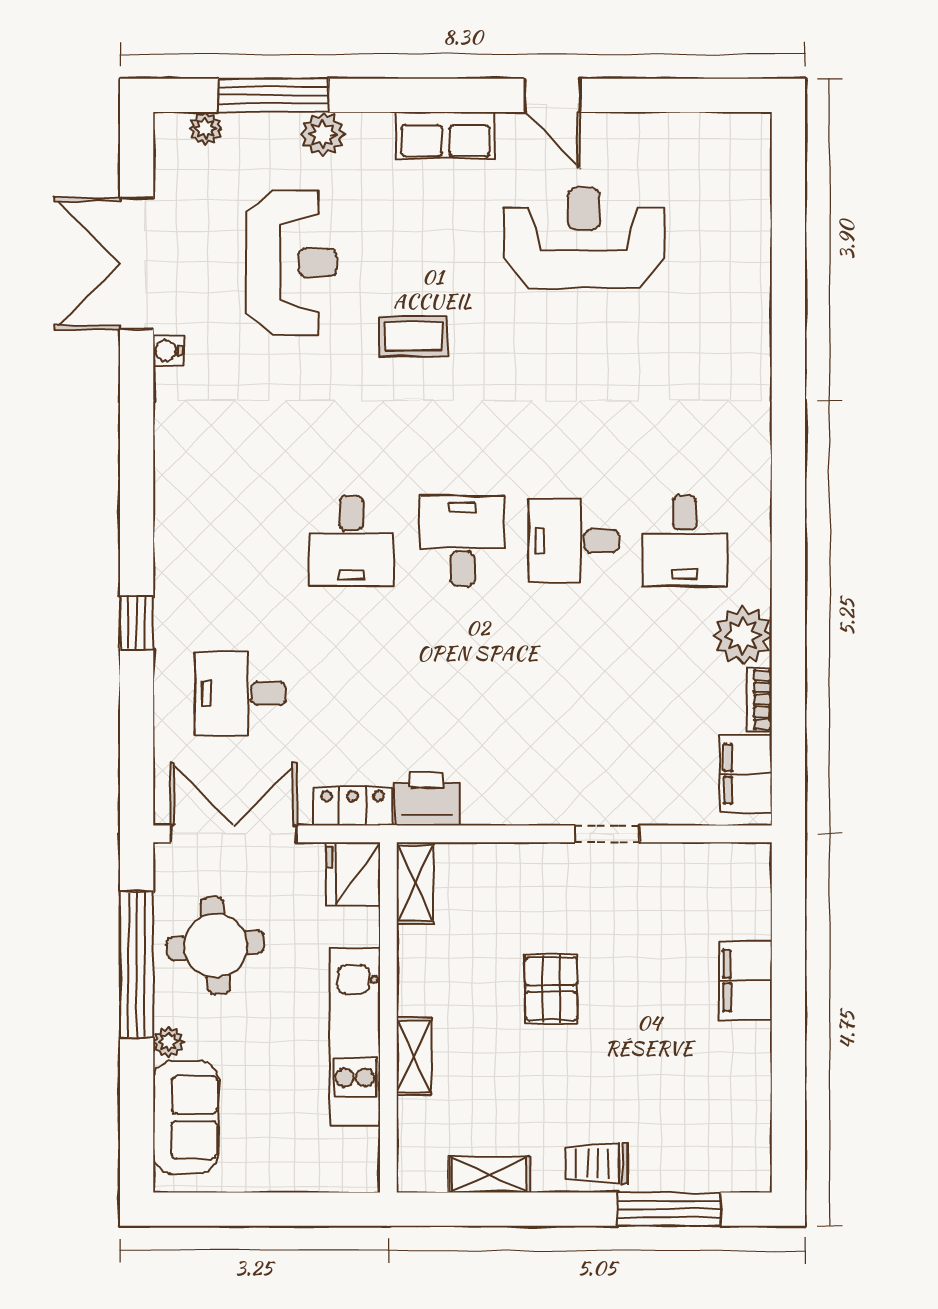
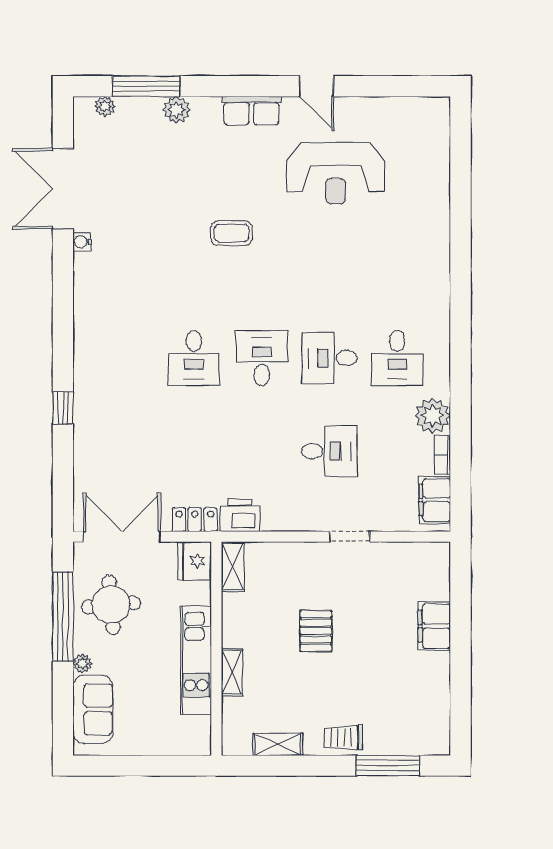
reception desk: (584, 238) -> (336, 173), turned 180
reception desk: (291, 262) -> (157, 188), removed
desk: (240, 694) -> (329, 451), moved, turned 180

